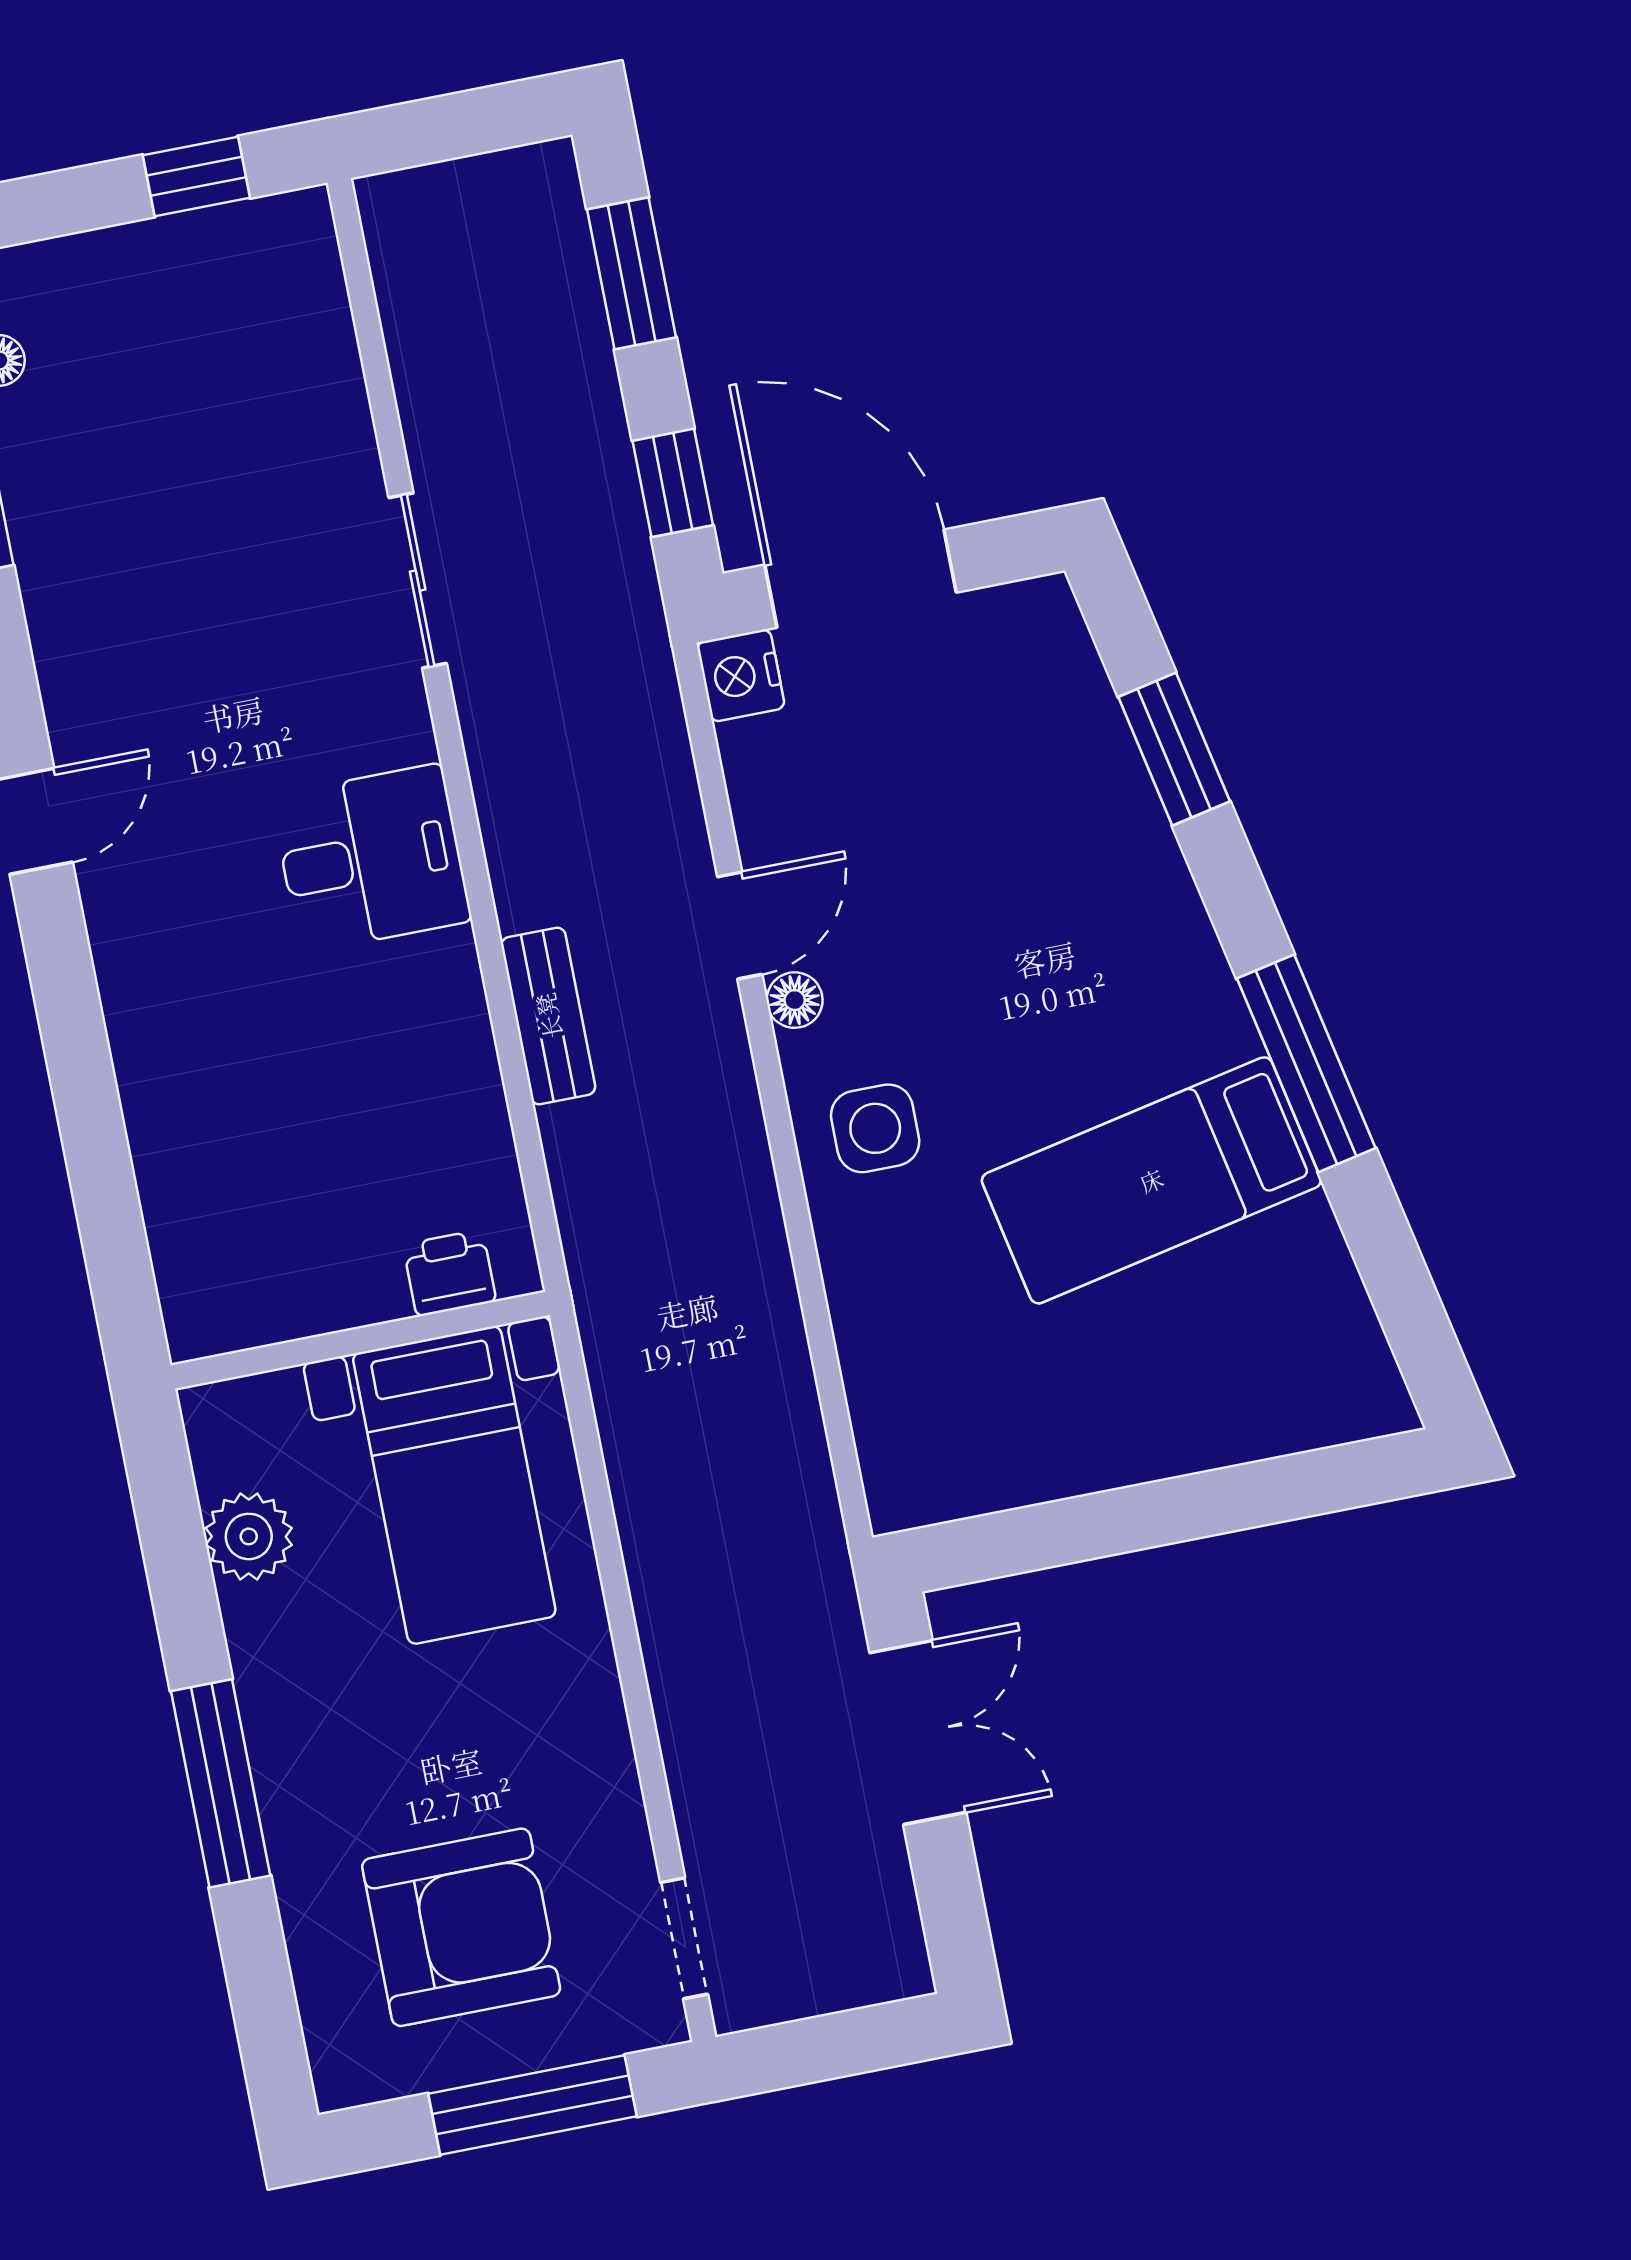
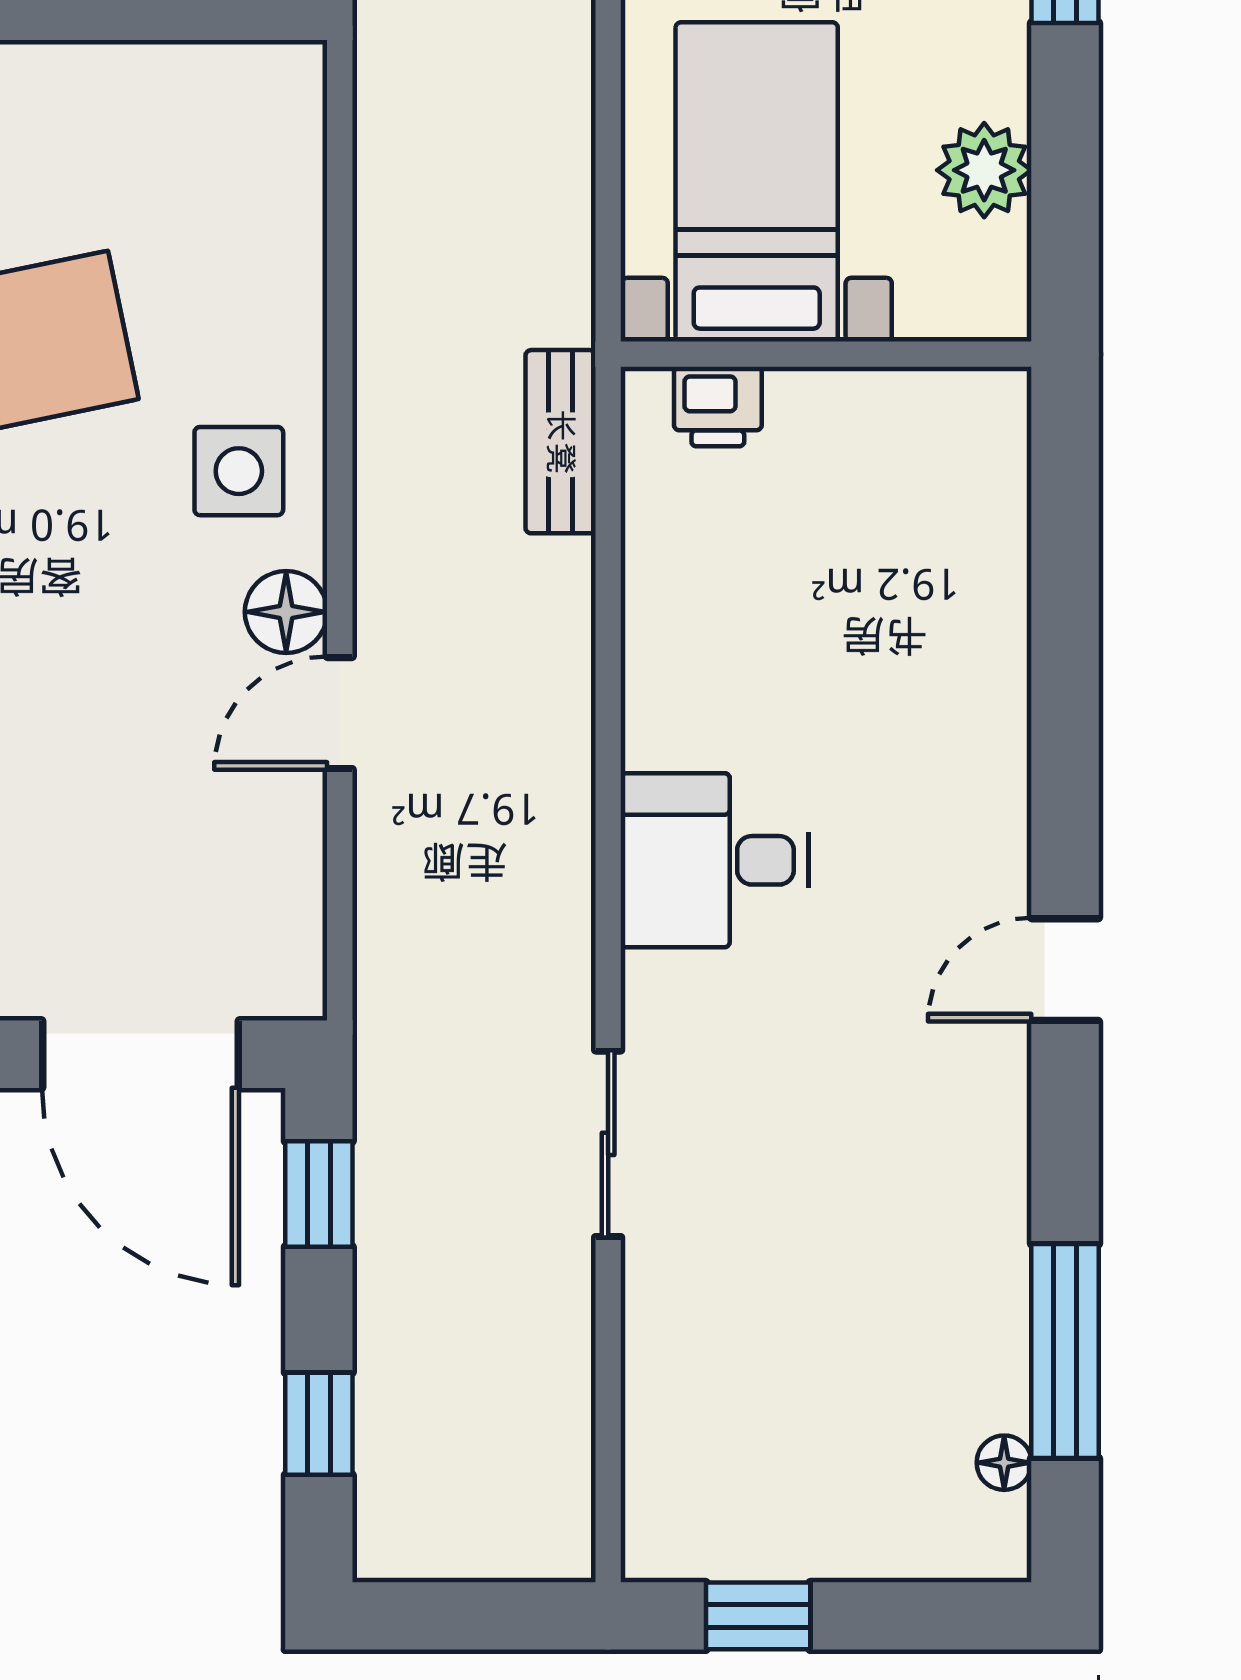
window: (632, 273) -> (319, 1424), width x0.67
nightstand: (741, 675) -> (287, 977), removed
floor lamp: (795, 1000) -> (286, 612), width x1.37, depth x1.37
bench: (548, 1016) -> (561, 442), moved

